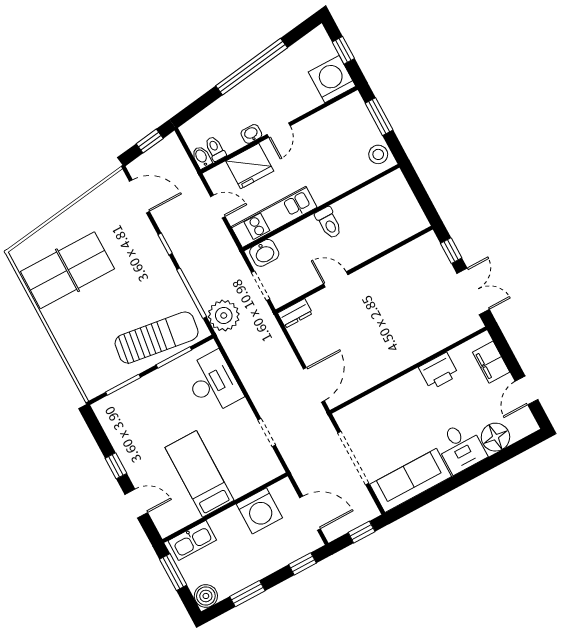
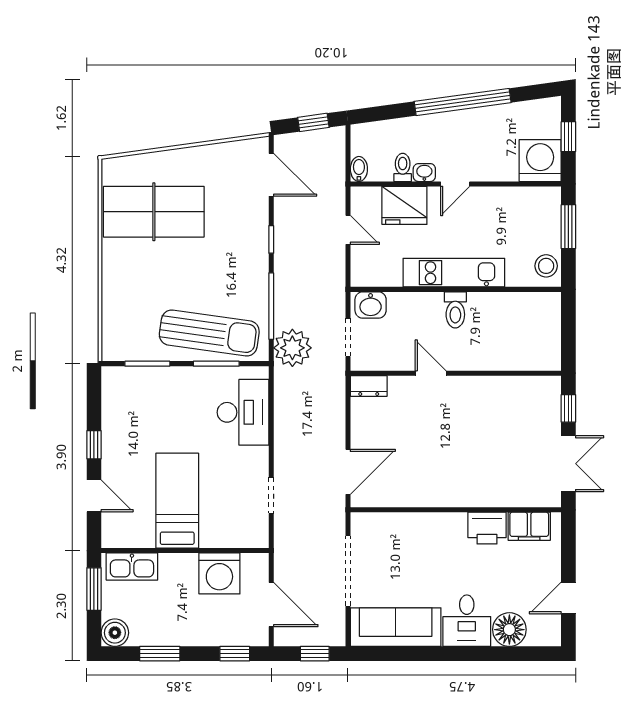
toilet: (215, 149) -> (403, 167), moved
kitchen unit: (274, 217) -> (454, 273), moved
filing cabinet: (491, 362) -> (529, 526), moved, turned -90

